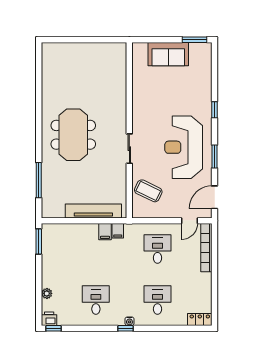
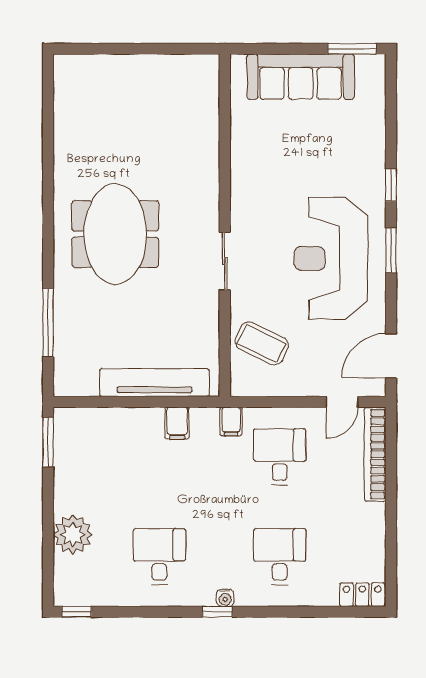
sofa: (168, 54) -> (301, 77), width x1.36
window: (215, 156) -> (391, 250), moved
filing cabinet: (118, 231) -> (231, 421), moved
plant: (47, 293) -> (73, 535), width x1.88, depth x1.88
printer: (49, 319) -> (68, 593), removed

